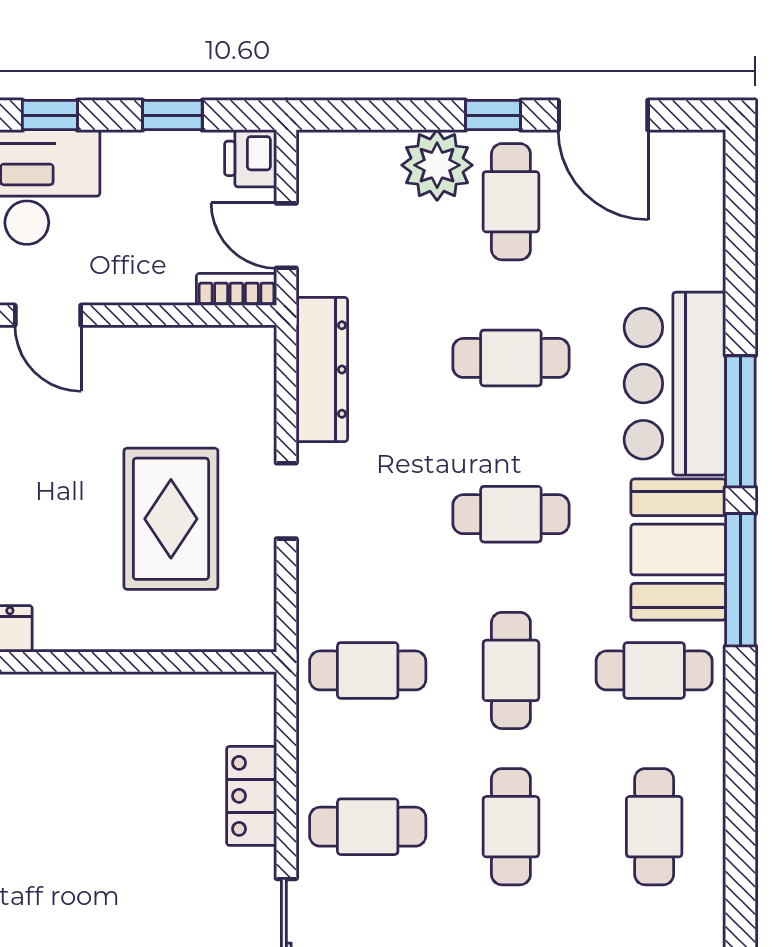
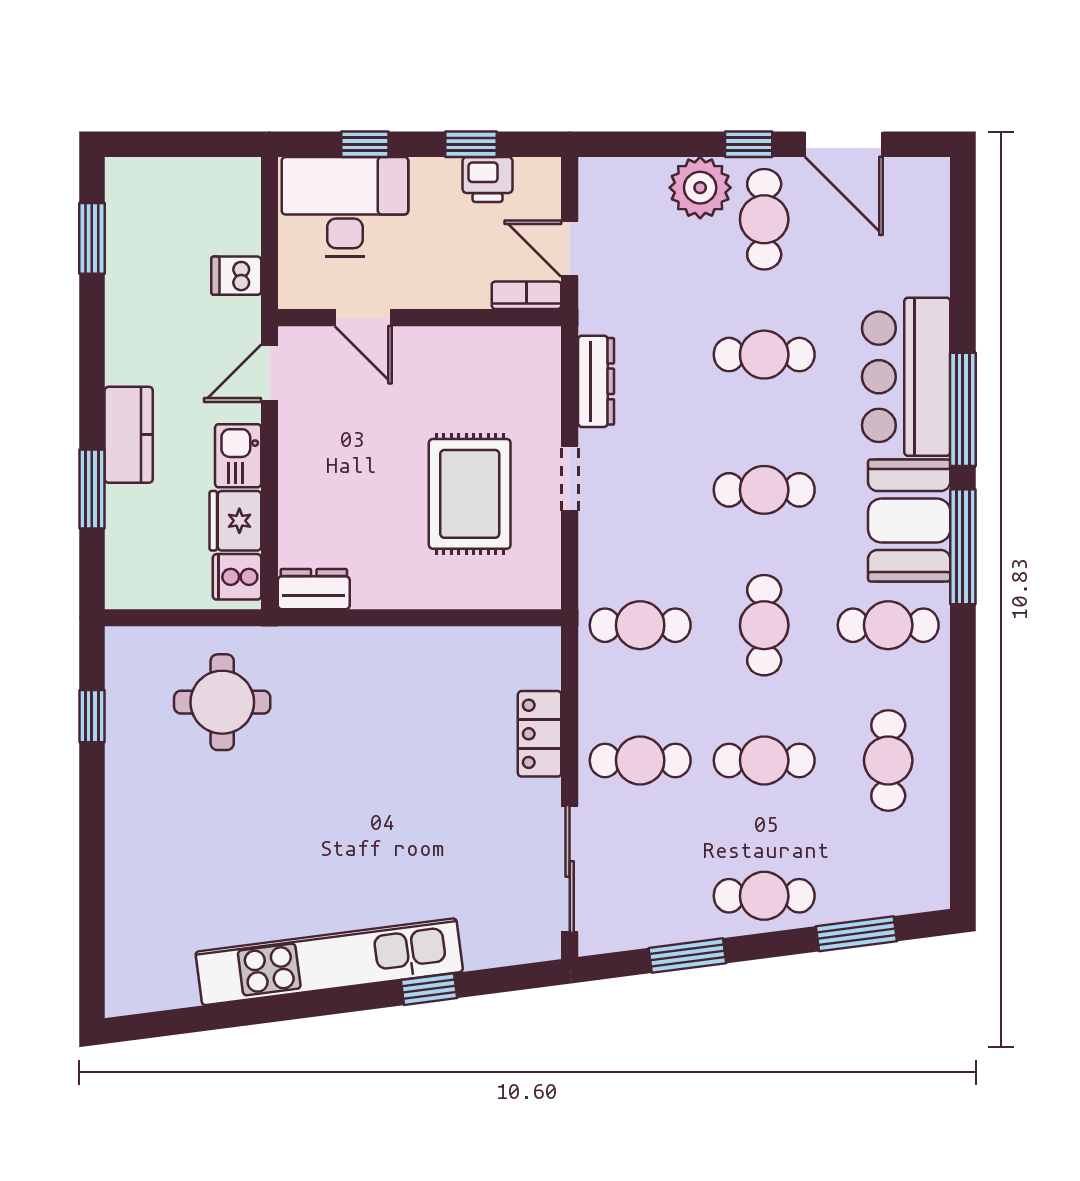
printer: (251, 158) -> (488, 179), moved, turned -90
dresser: (322, 370) -> (596, 381), width x0.73, depth x0.80
cafe table: (511, 827) -> (764, 760), turned 90

